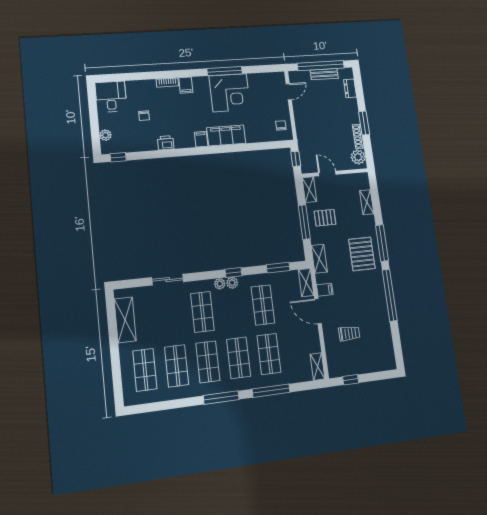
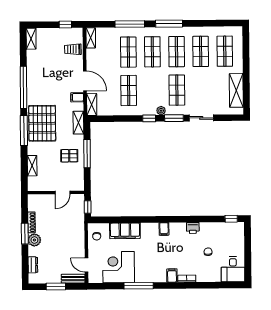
window: (321, 66) -> (56, 287), width x0.47
bench: (324, 74) -> (73, 279), moved
door: (289, 92) -> (86, 265), hinge flipped
corner desk: (230, 93) -> (119, 267), moved
plant: (105, 135) -> (240, 237), removed
filing cabinet: (226, 136) -> (125, 231), moved
plant: (358, 157) -> (34, 240), moved
door: (327, 174) -> (62, 192), hinge flipped
shelving: (309, 190) -> (31, 39), moved
pallet: (362, 254) -> (42, 123), width x1.37, depth x1.41
window: (278, 268) -> (174, 118), moved
plant: (232, 283) -> (151, 110), removed
trolley: (349, 333) -> (73, 49), moved

